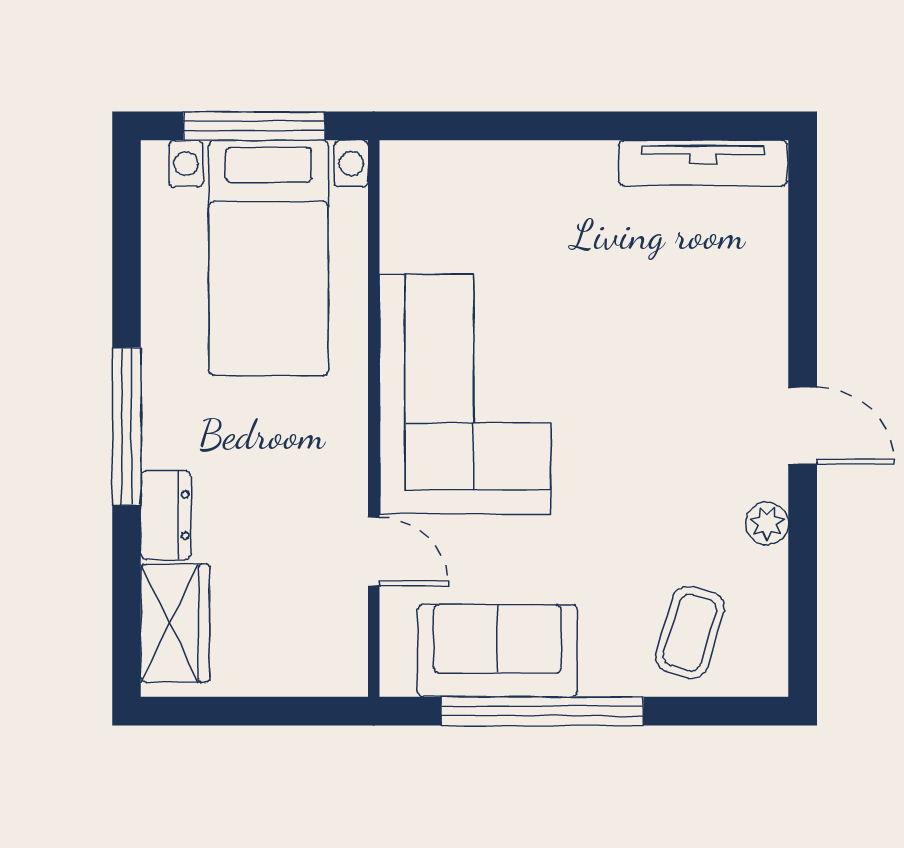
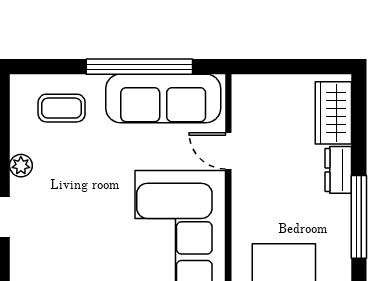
coffee table: (690, 632) -> (62, 108), turned 73
sofa: (497, 651) -> (163, 98), width x1.36

